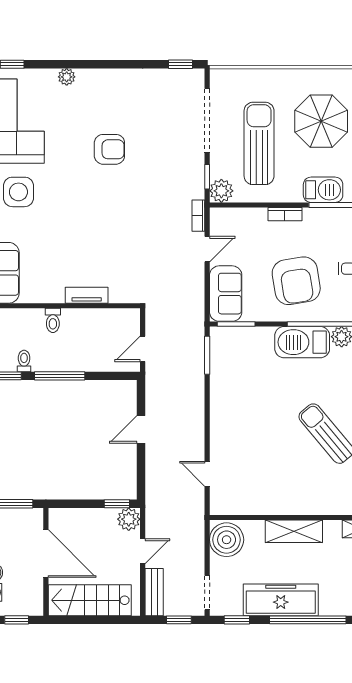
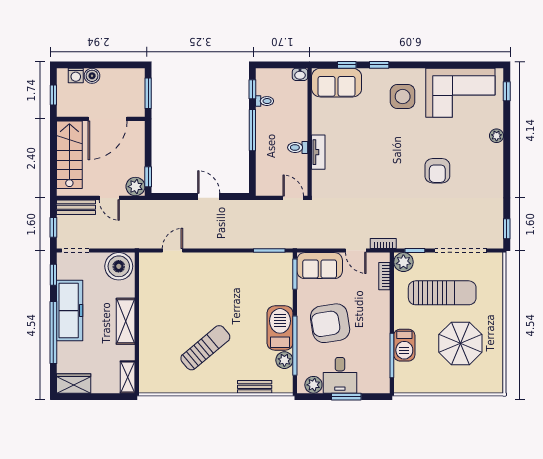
bookcase: (285, 214) -> (384, 276), moved
toilet: (53, 320) -> (298, 147), moved
door: (143, 349) -> (293, 198), moved

